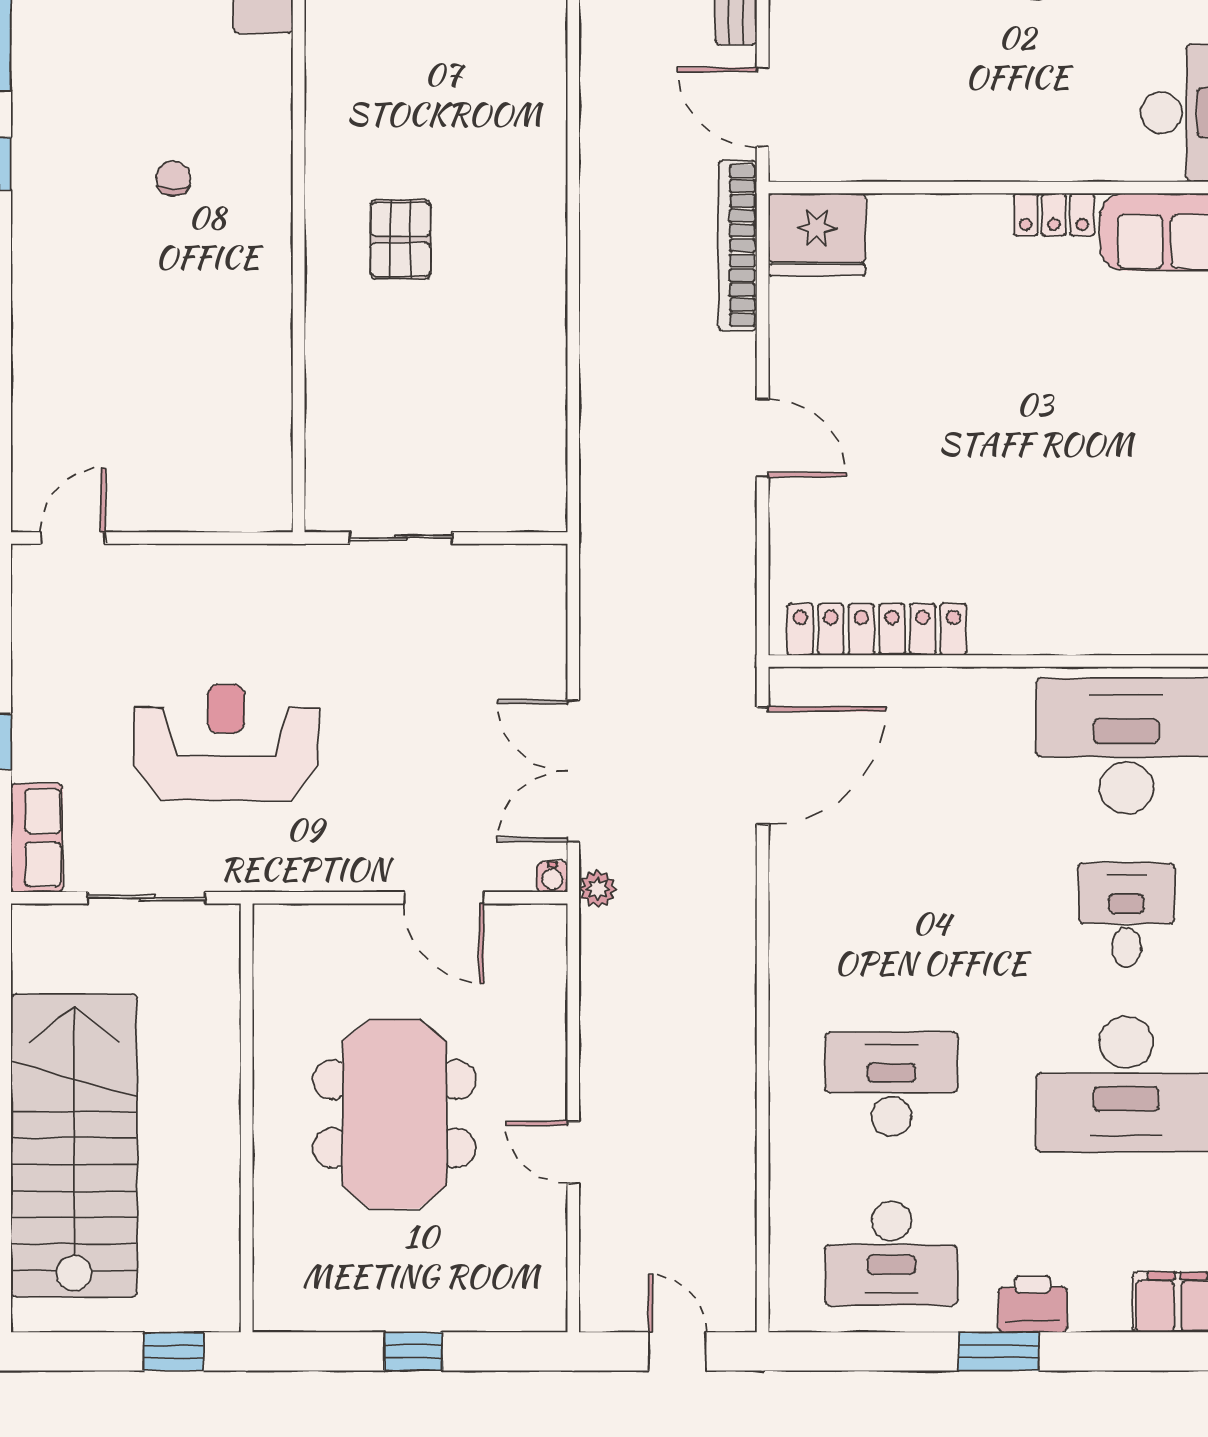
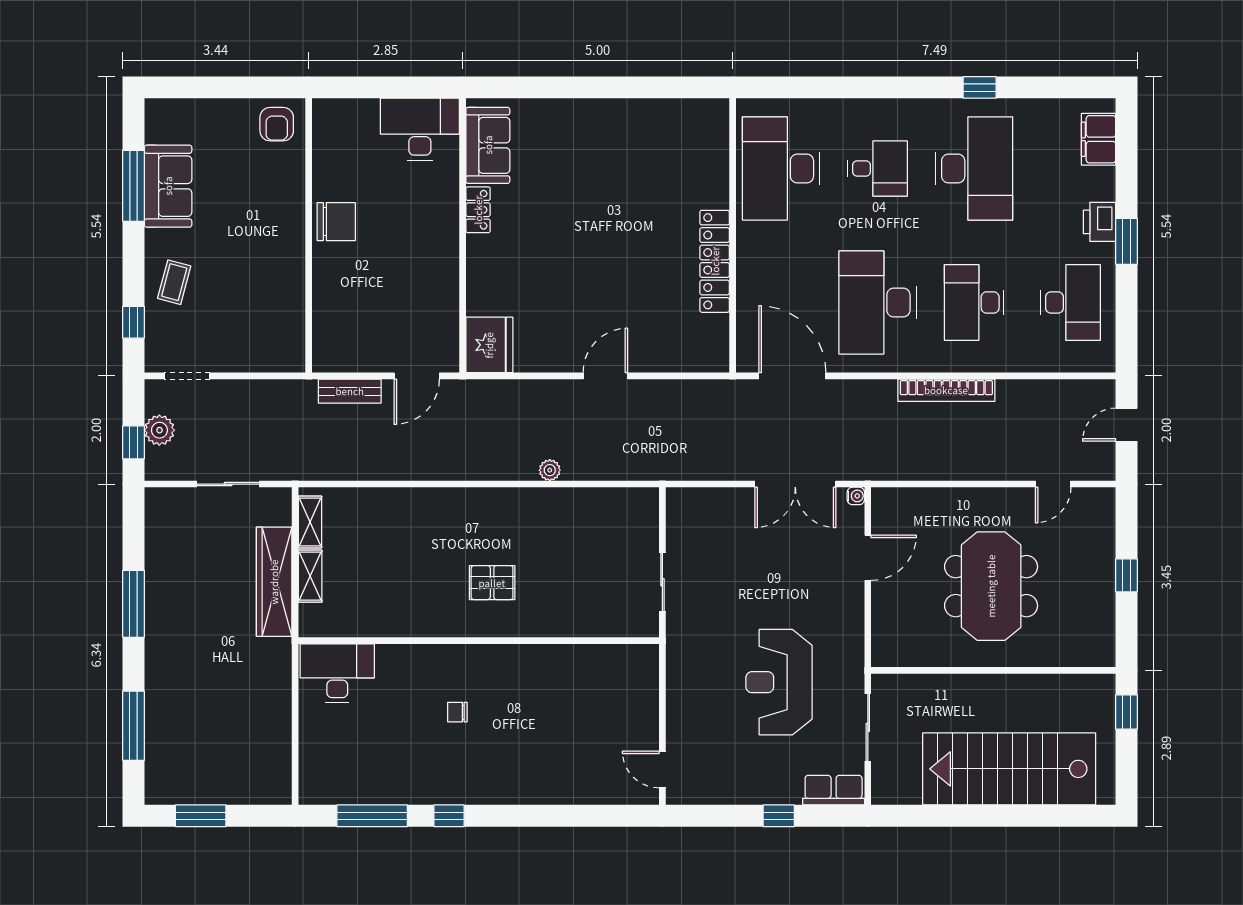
bookcase: (738, 245) -> (946, 390), moved
locker: (877, 629) -> (715, 261), moved
plant: (598, 889) -> (550, 470), moved
desk: (891, 915) -> (878, 302), added
desk: (1126, 915) -> (878, 168), turned 180
meeting table: (394, 1114) -> (991, 586), turned 90
door: (573, 1152) -> (1053, 484), moved

